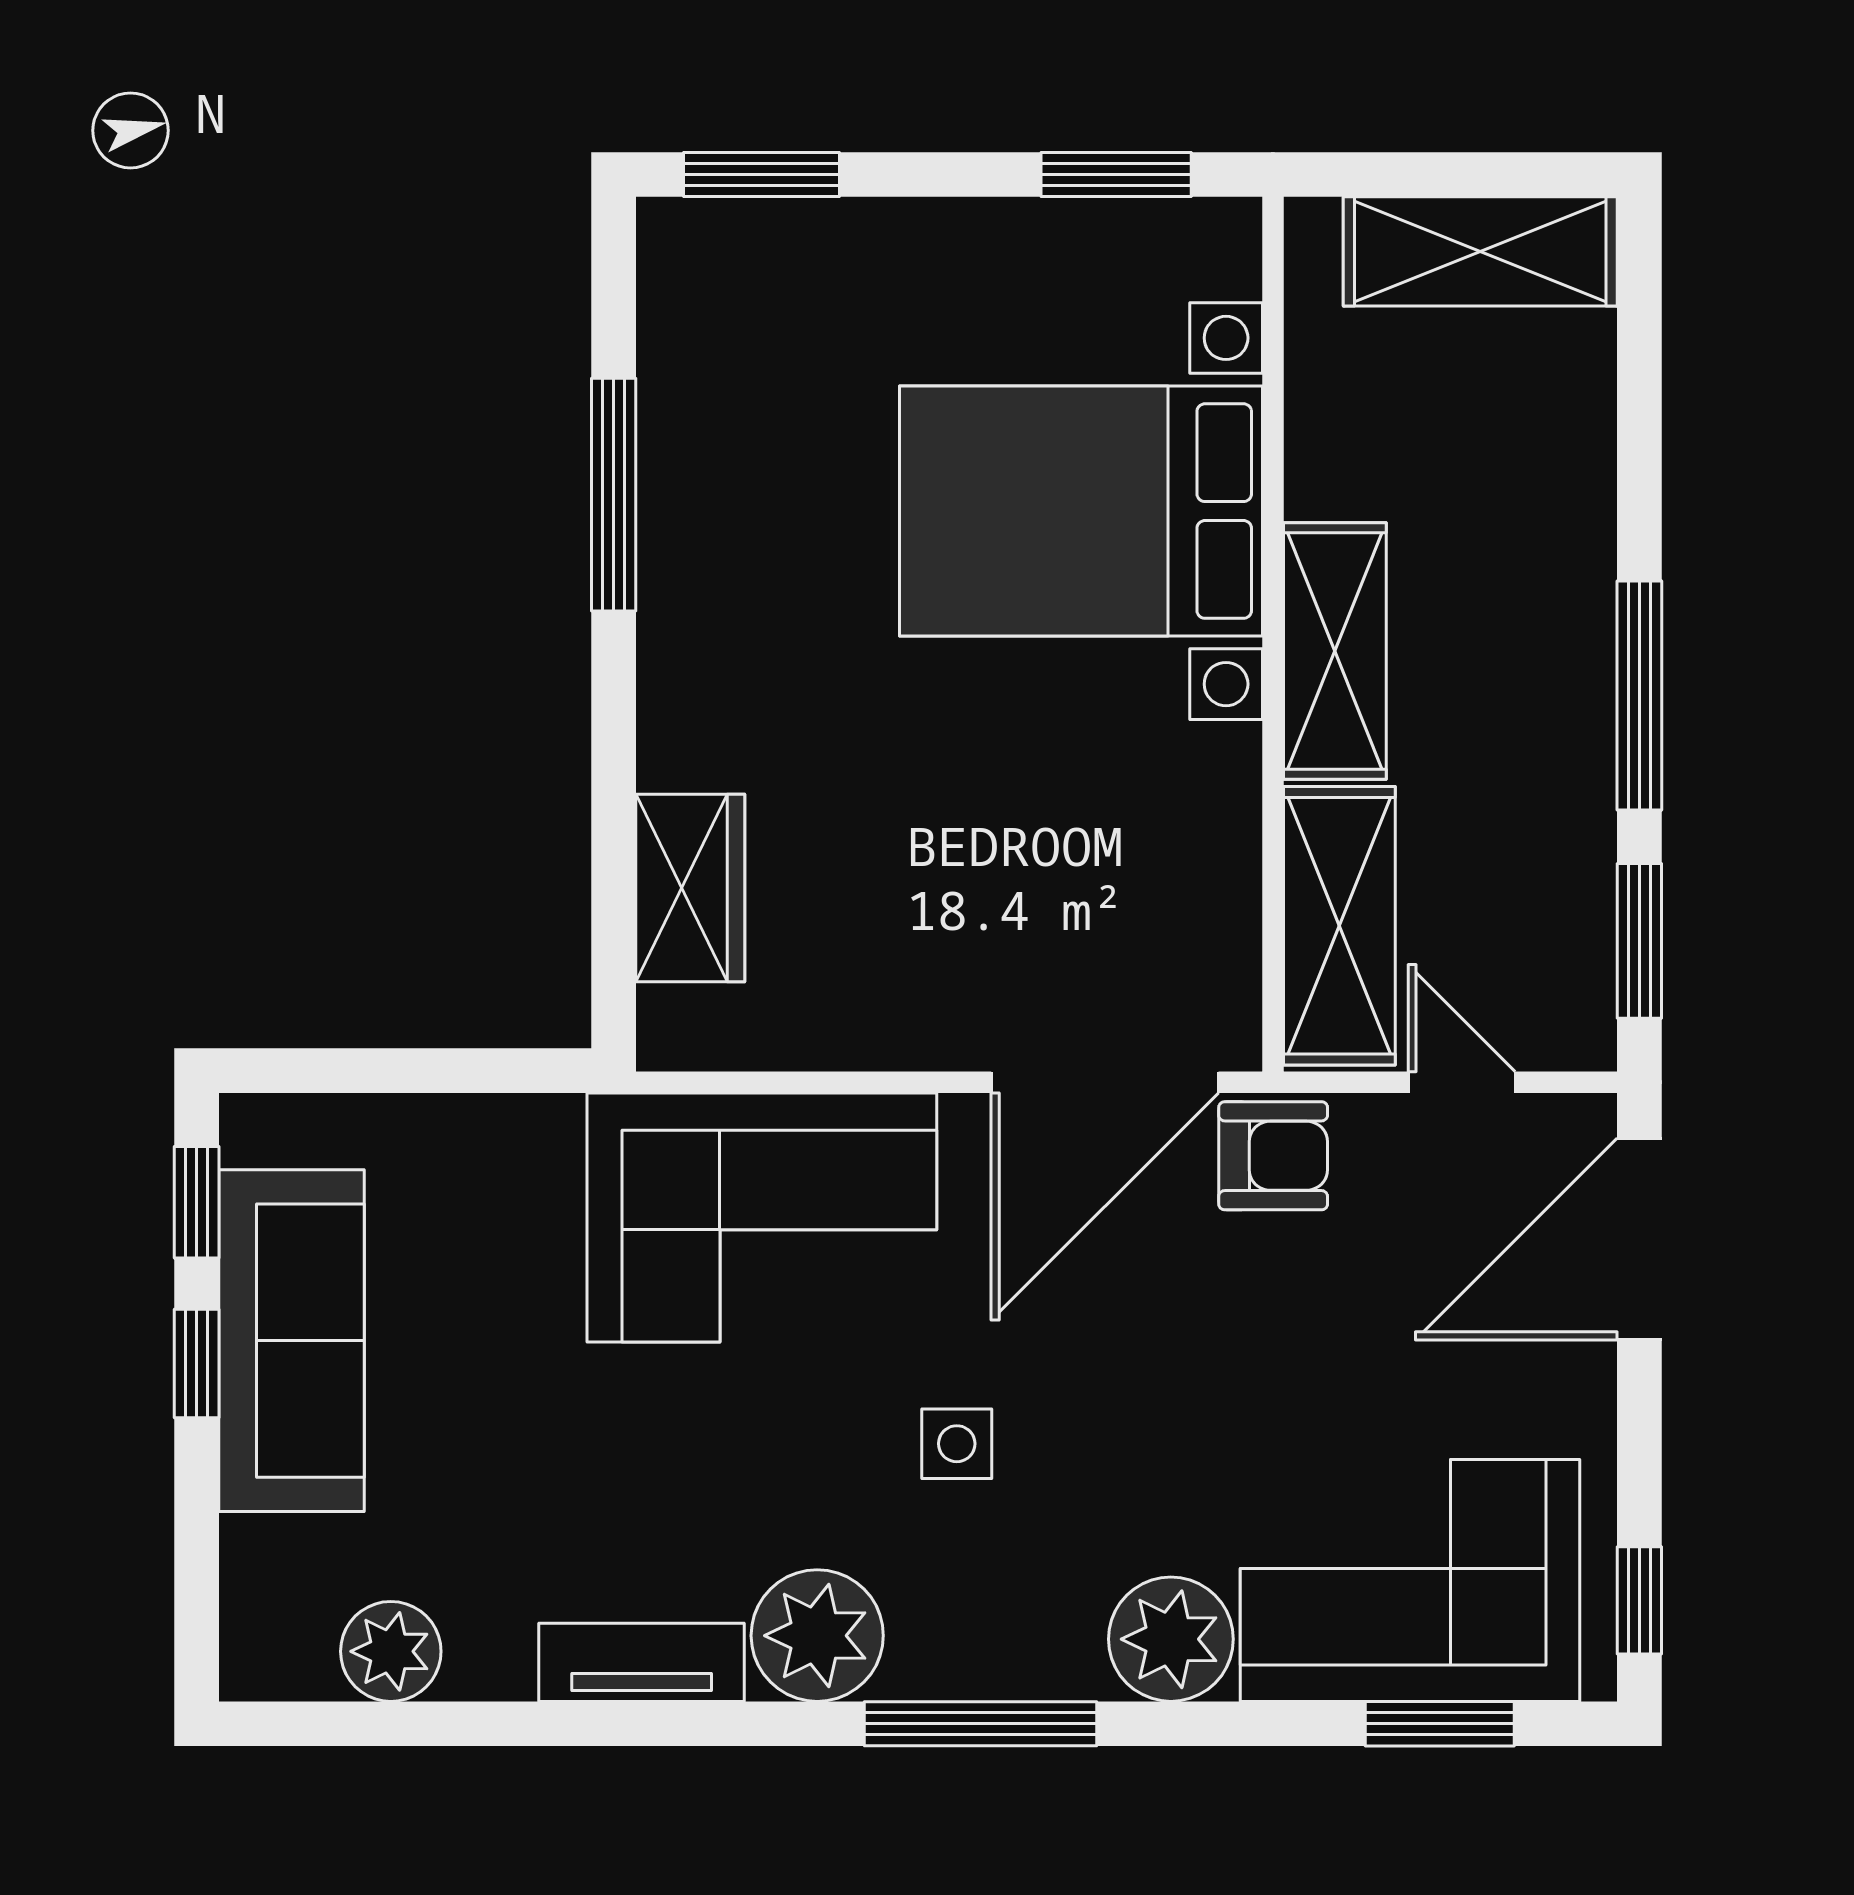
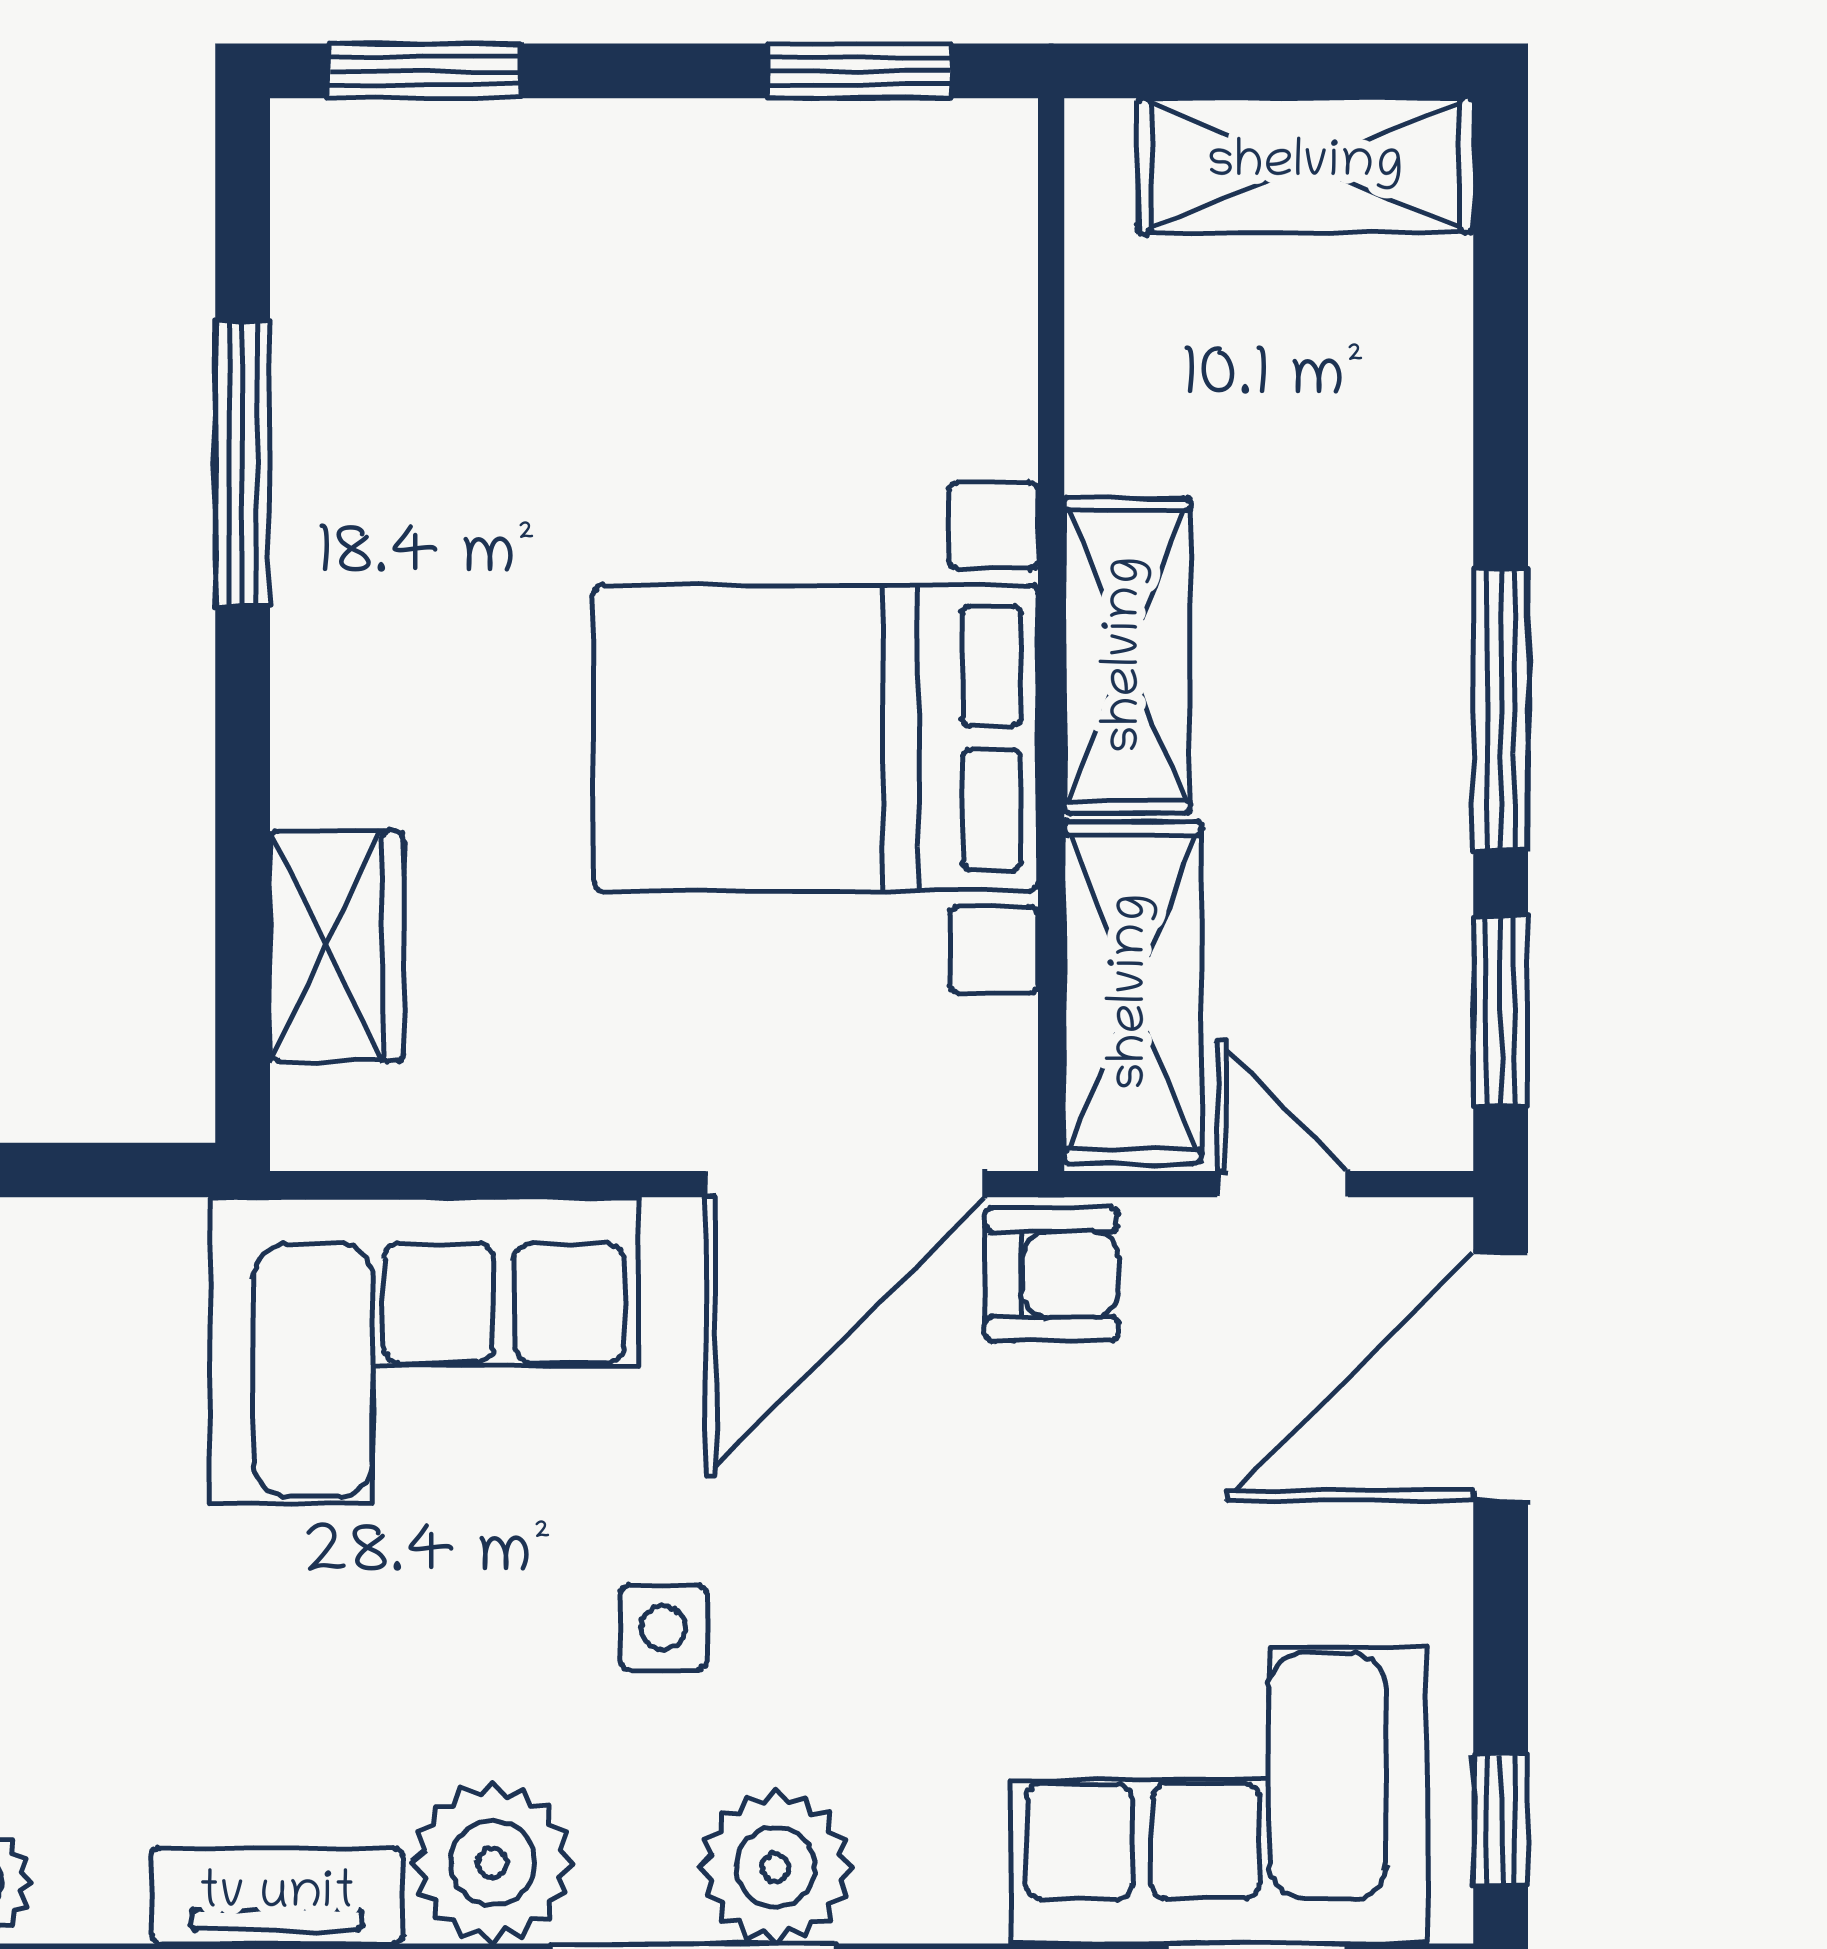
bed with nightstands: (1081, 511) -> (816, 738), moved
plant: (1171, 1639) -> (776, 1867), moved

